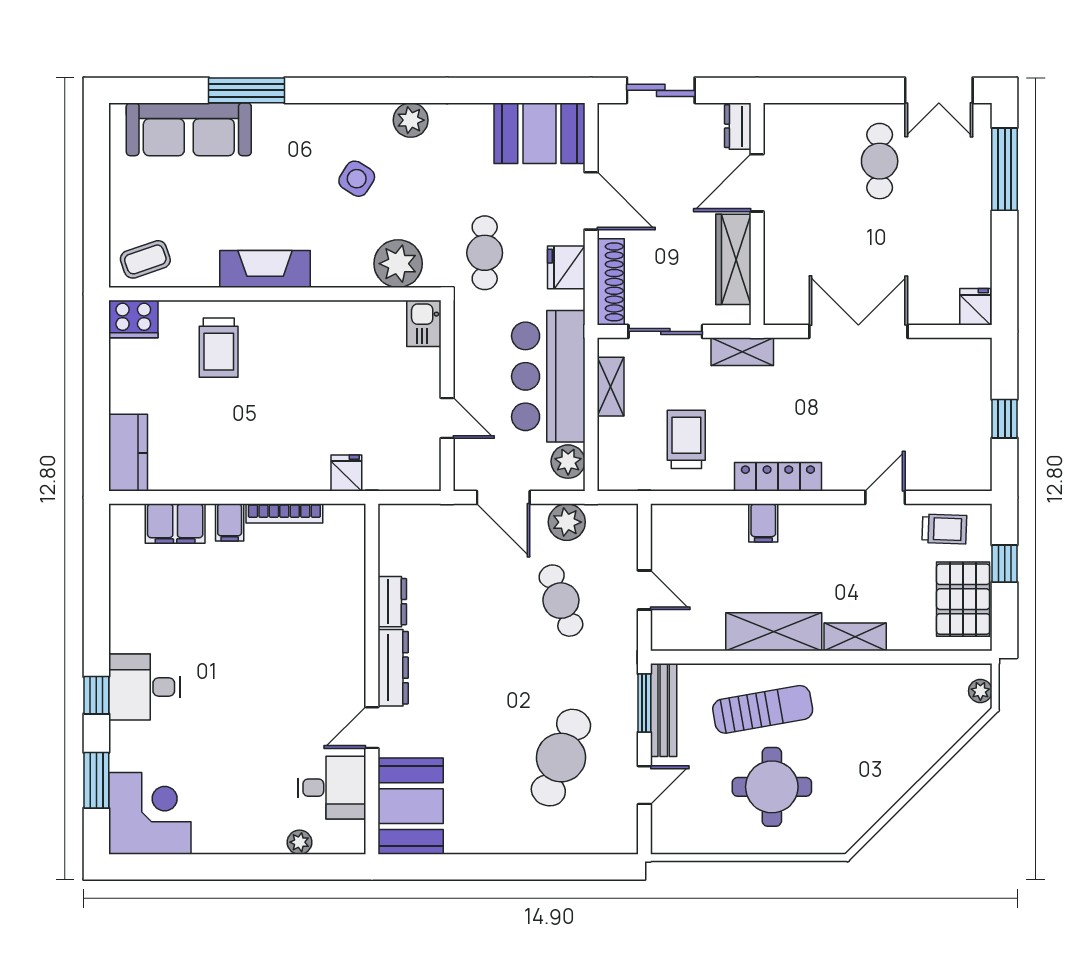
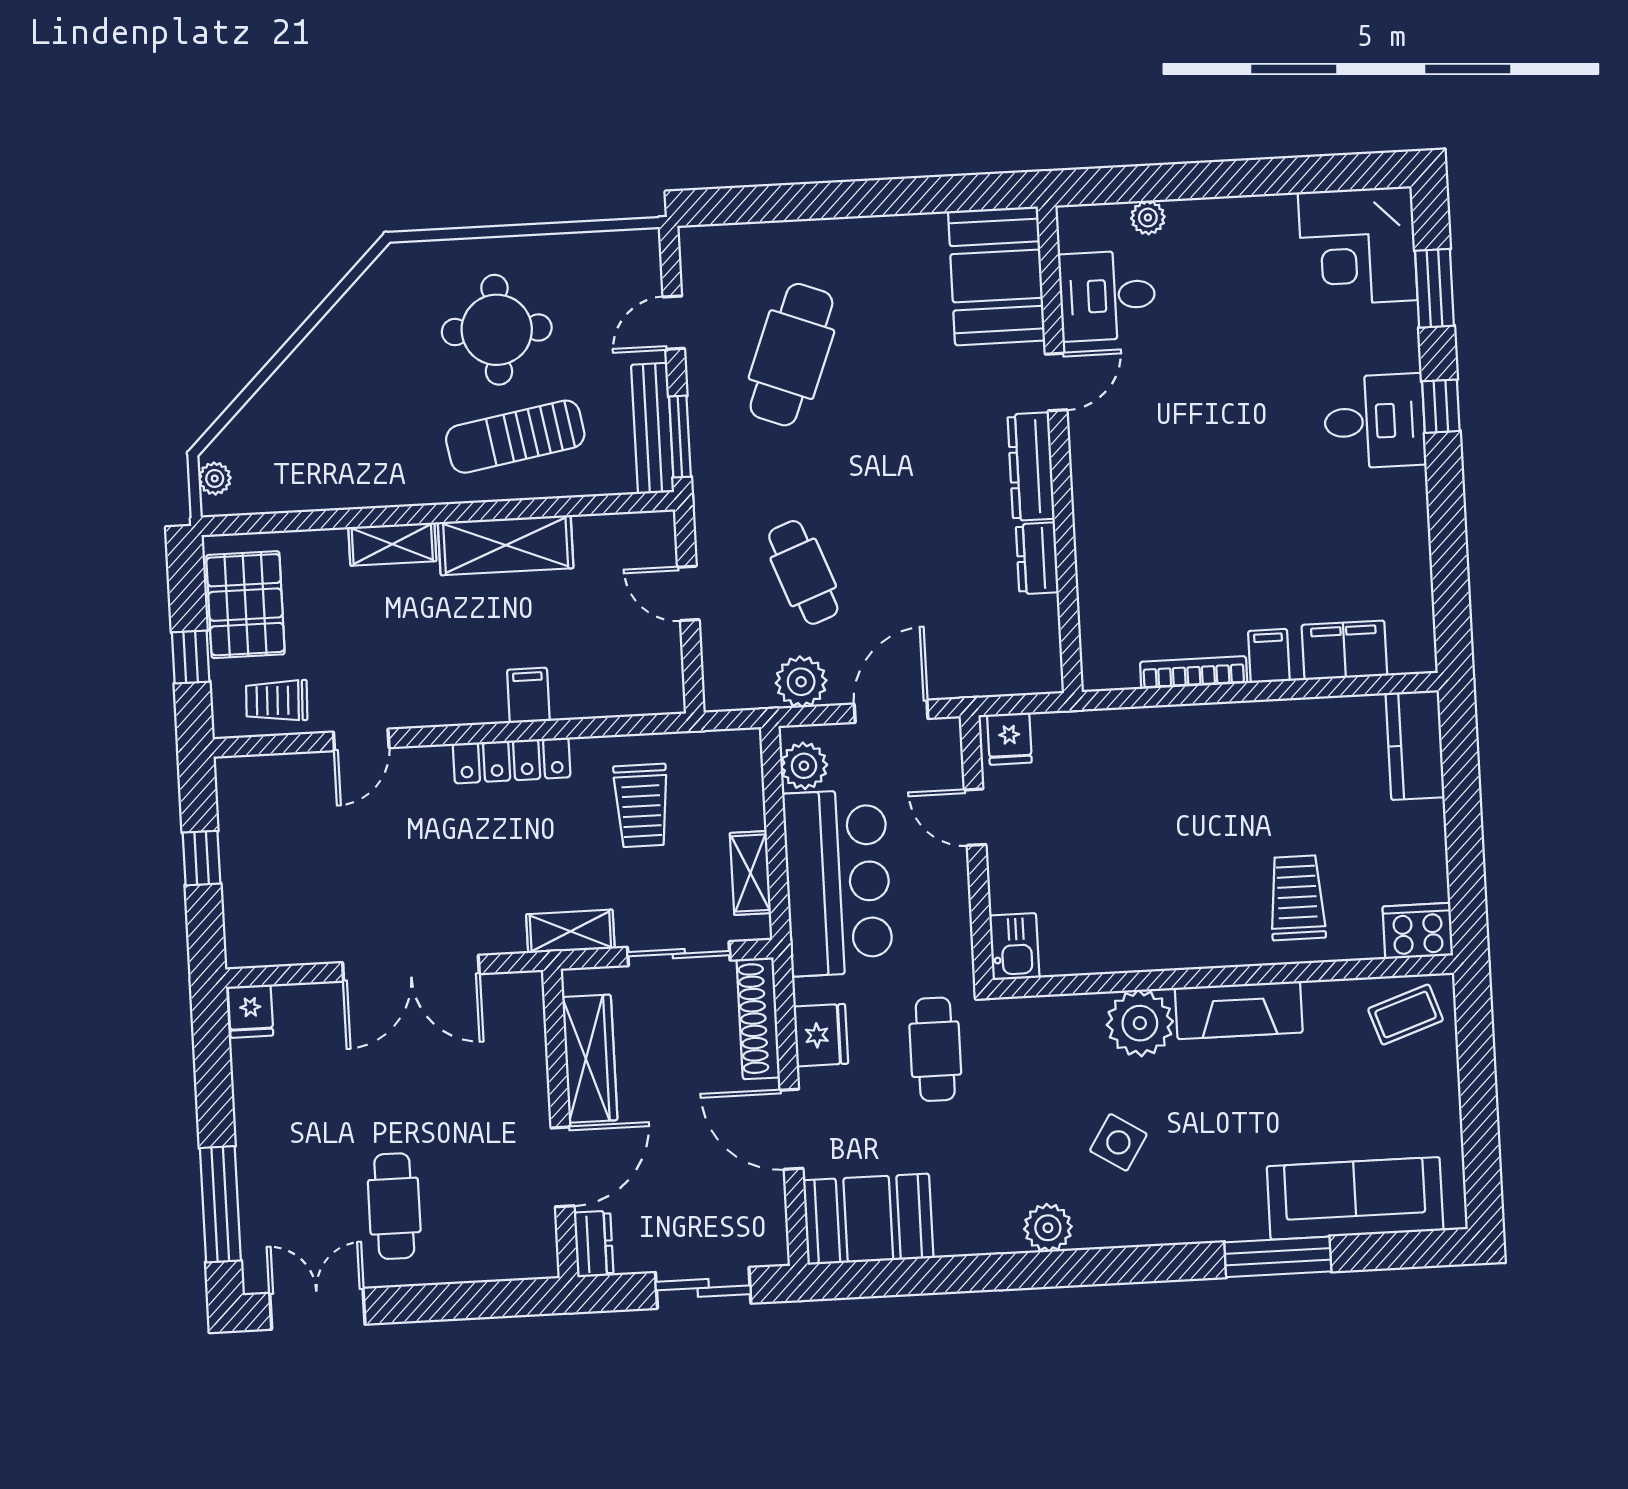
plant: (398, 264) -> (1140, 1023), moved
fridge: (346, 473) -> (1009, 739), moved
door: (503, 497) -> (891, 711), hinge flipped

